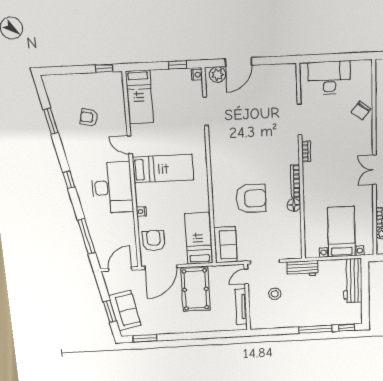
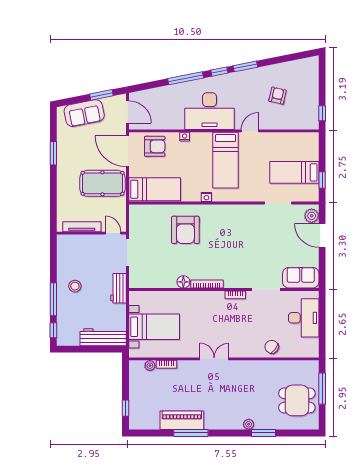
nightstand: (197, 75) -> (206, 197), moved
bed: (139, 97) -> (294, 172), moved
window: (51, 121) -> (245, 66), moved
armchair: (251, 198) -> (185, 230), moved
window: (87, 236) -> (186, 78), moved
sofa: (225, 245) -> (301, 278), moved, turned 180
stool: (275, 294) -> (75, 286), moved
window: (110, 311) -> (101, 95), moved
window: (145, 338) -> (53, 153), moved

